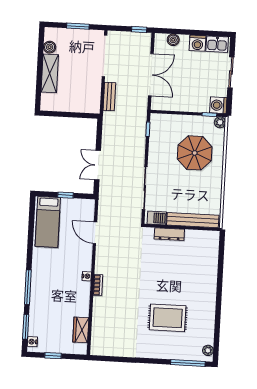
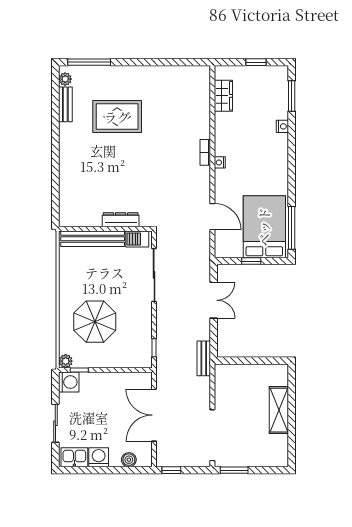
window: (78, 26) -> (234, 470), moved
boiler: (50, 47) -> (281, 442), removed
bench: (109, 96) -> (204, 358), moved
bed: (48, 222) -> (264, 227), width x1.50
window: (28, 287) -> (292, 228), moved
bench: (209, 330) -> (65, 104), added
nightstand: (32, 342) -> (282, 126), moved

